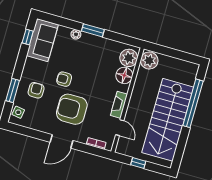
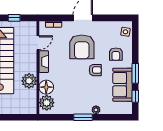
sofa: (42, 40) -> (122, 85), moved
plant: (149, 61) -> (29, 81), moved
window: (13, 91) -> (135, 73), moved
armchair: (72, 109) -> (82, 47), turned 90
door: (120, 128) -> (38, 43), swing flipped

